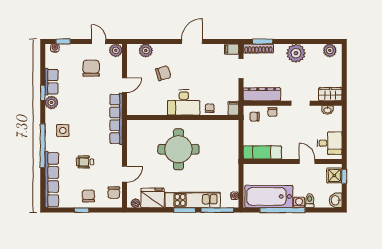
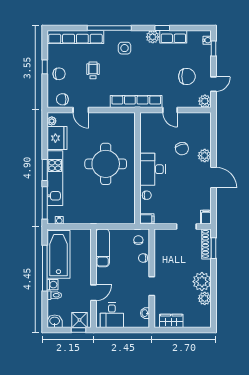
plant: (330, 50) -> (205, 298), moved
plant: (146, 51) -> (205, 156), moved
dresser: (262, 94) -> (161, 247), removed
wardrobe: (330, 94) -> (171, 321), moved, turned -90

